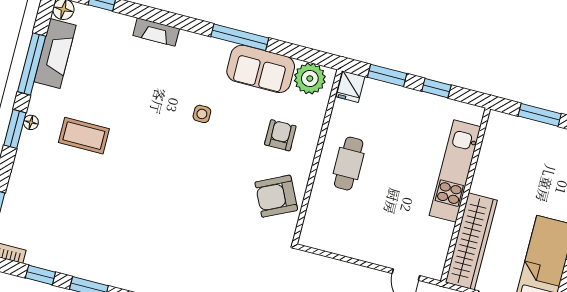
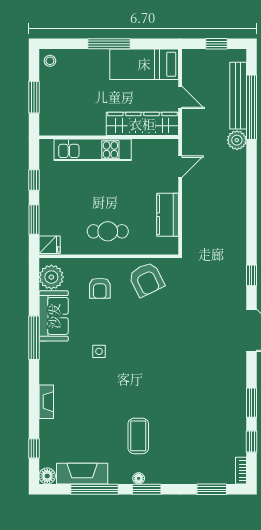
armchair: (280, 135) -> (100, 288), turned -90
kitchen counter: (350, 243) -> (168, 215), added

